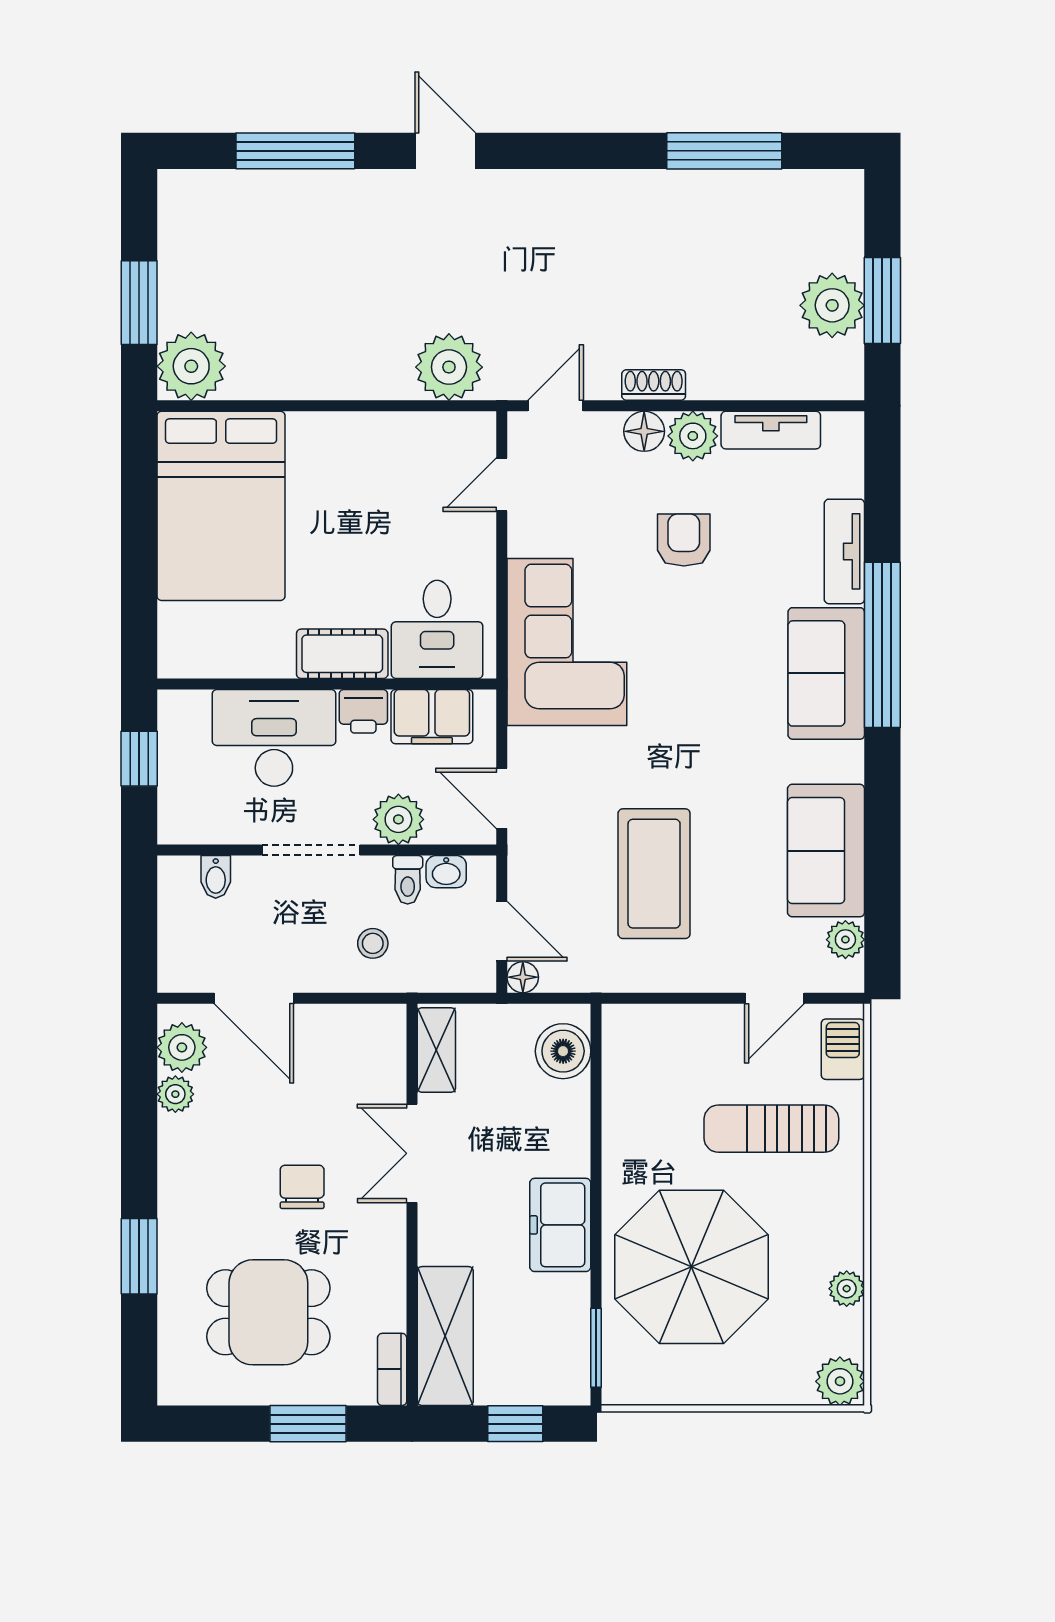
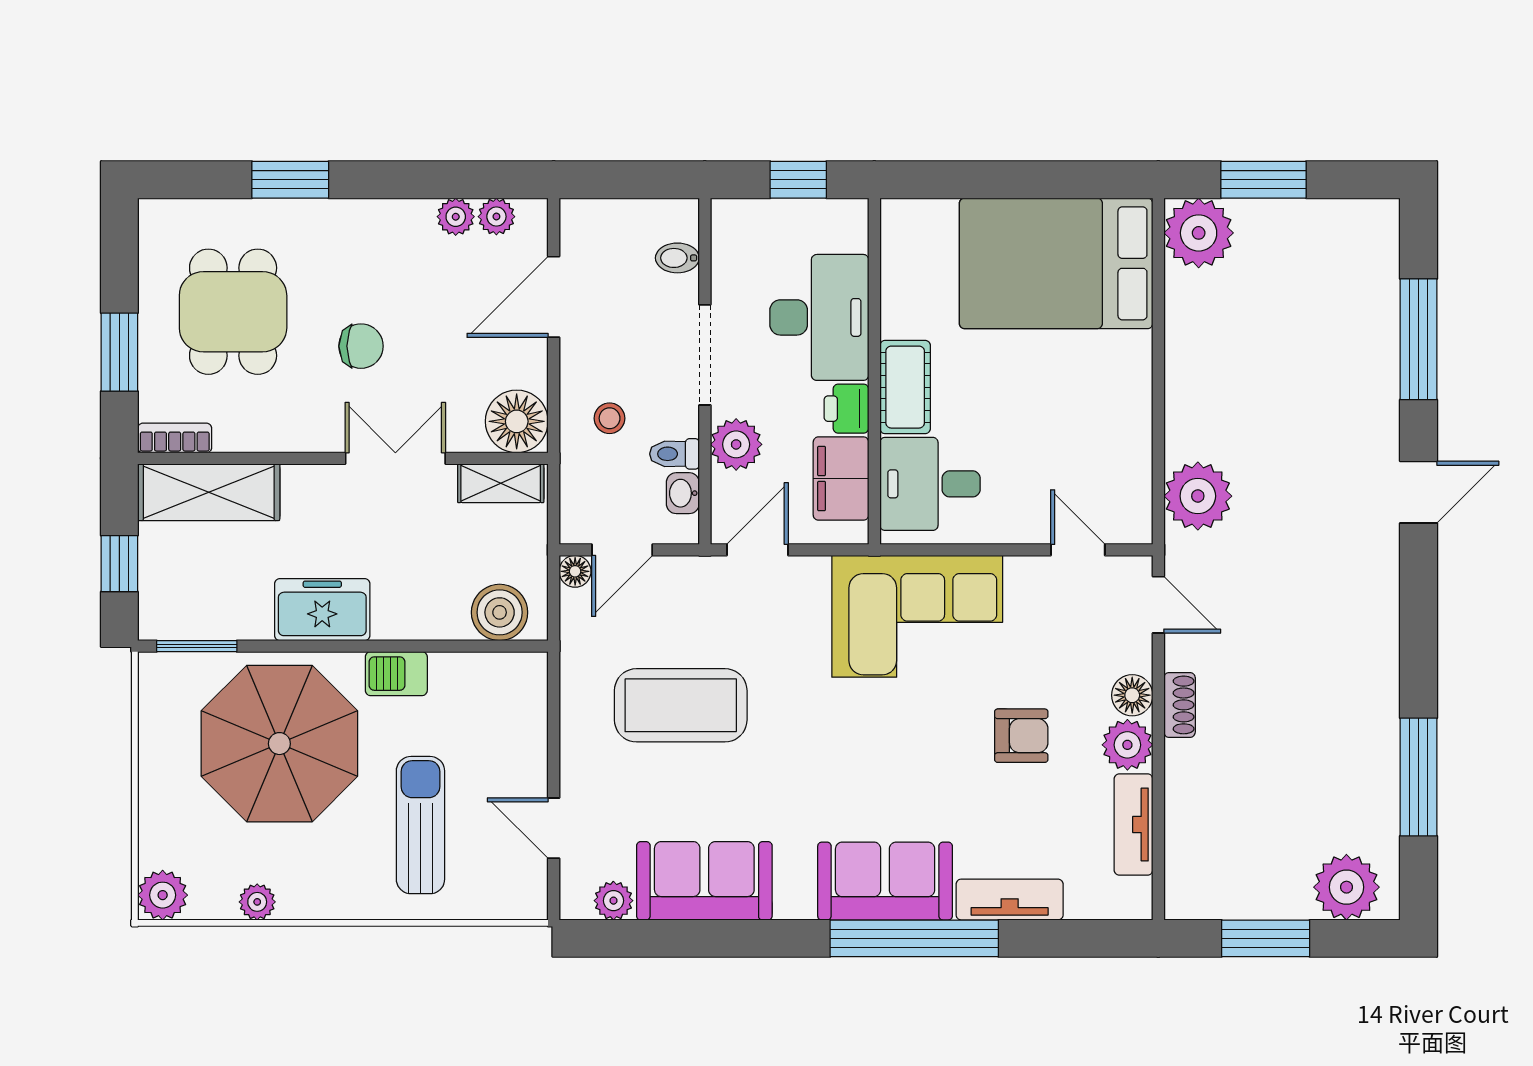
plant: (832, 305) -> (1346, 887), moved
floor lamp: (376, 1034) -> (517, 421), added
plant: (182, 1047) -> (496, 217), width x0.73, depth x0.73
barbecue: (843, 1049) -> (396, 674), moved, turned 180

